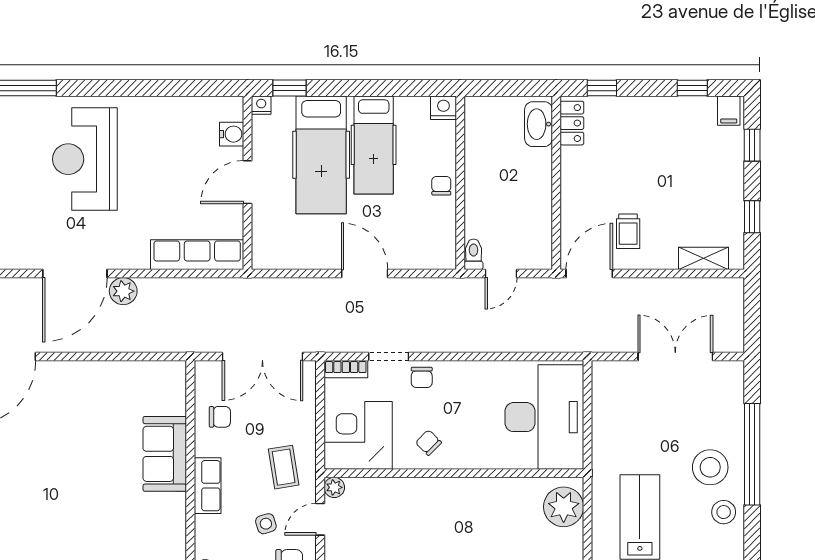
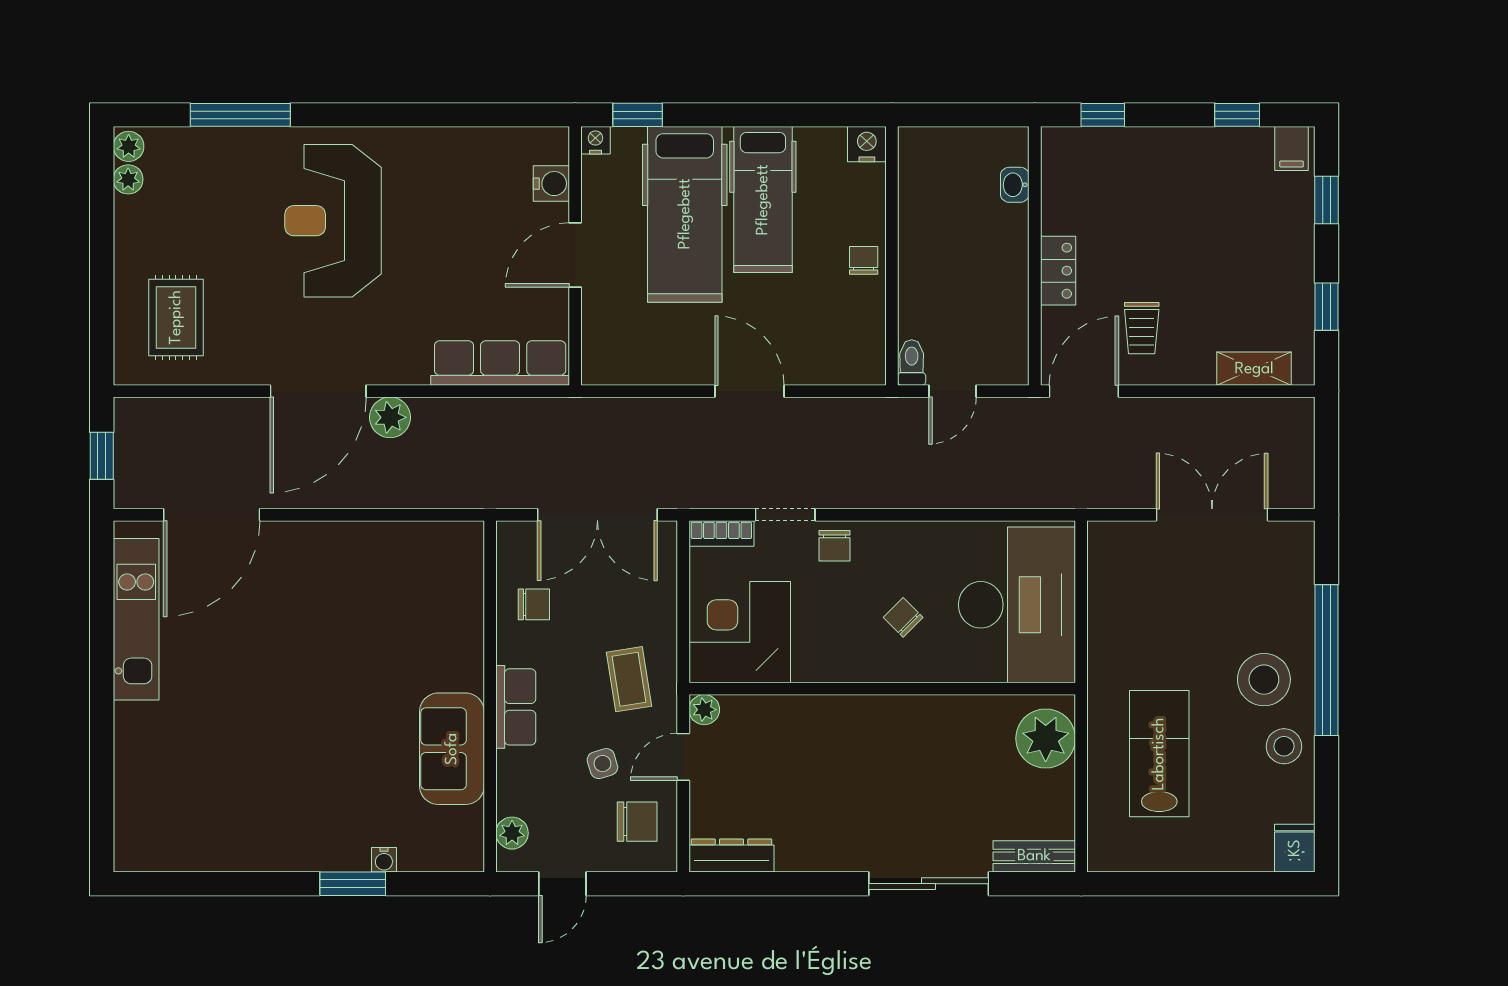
locker: (572, 123) -> (1058, 271), moved
washbasin: (539, 124) -> (1015, 185), width x0.52, depth x0.69
chair: (428, 443) -> (903, 617), moved
sofa: (165, 454) -> (452, 749), moved

